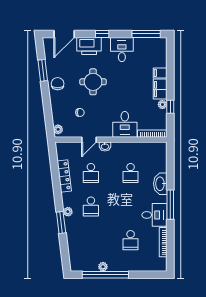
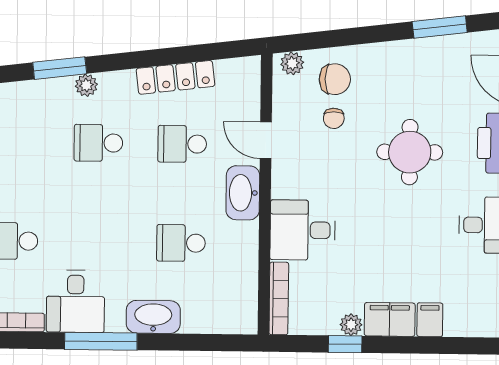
chair: (58, 84) -> (335, 79), moved
washbasin: (105, 146) -> (243, 193), width x1.91, depth x1.45

